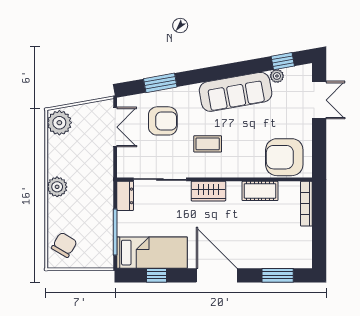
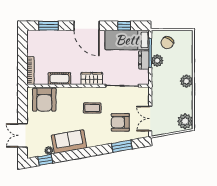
sofa: (236, 92) -> (69, 142), width x0.73
armchair: (284, 157) -> (44, 100), turned 90
dresser: (125, 196) -> (144, 60), moved
plant: (104, 220) -> (157, 61), added
chair: (64, 245) -> (167, 43), moved

